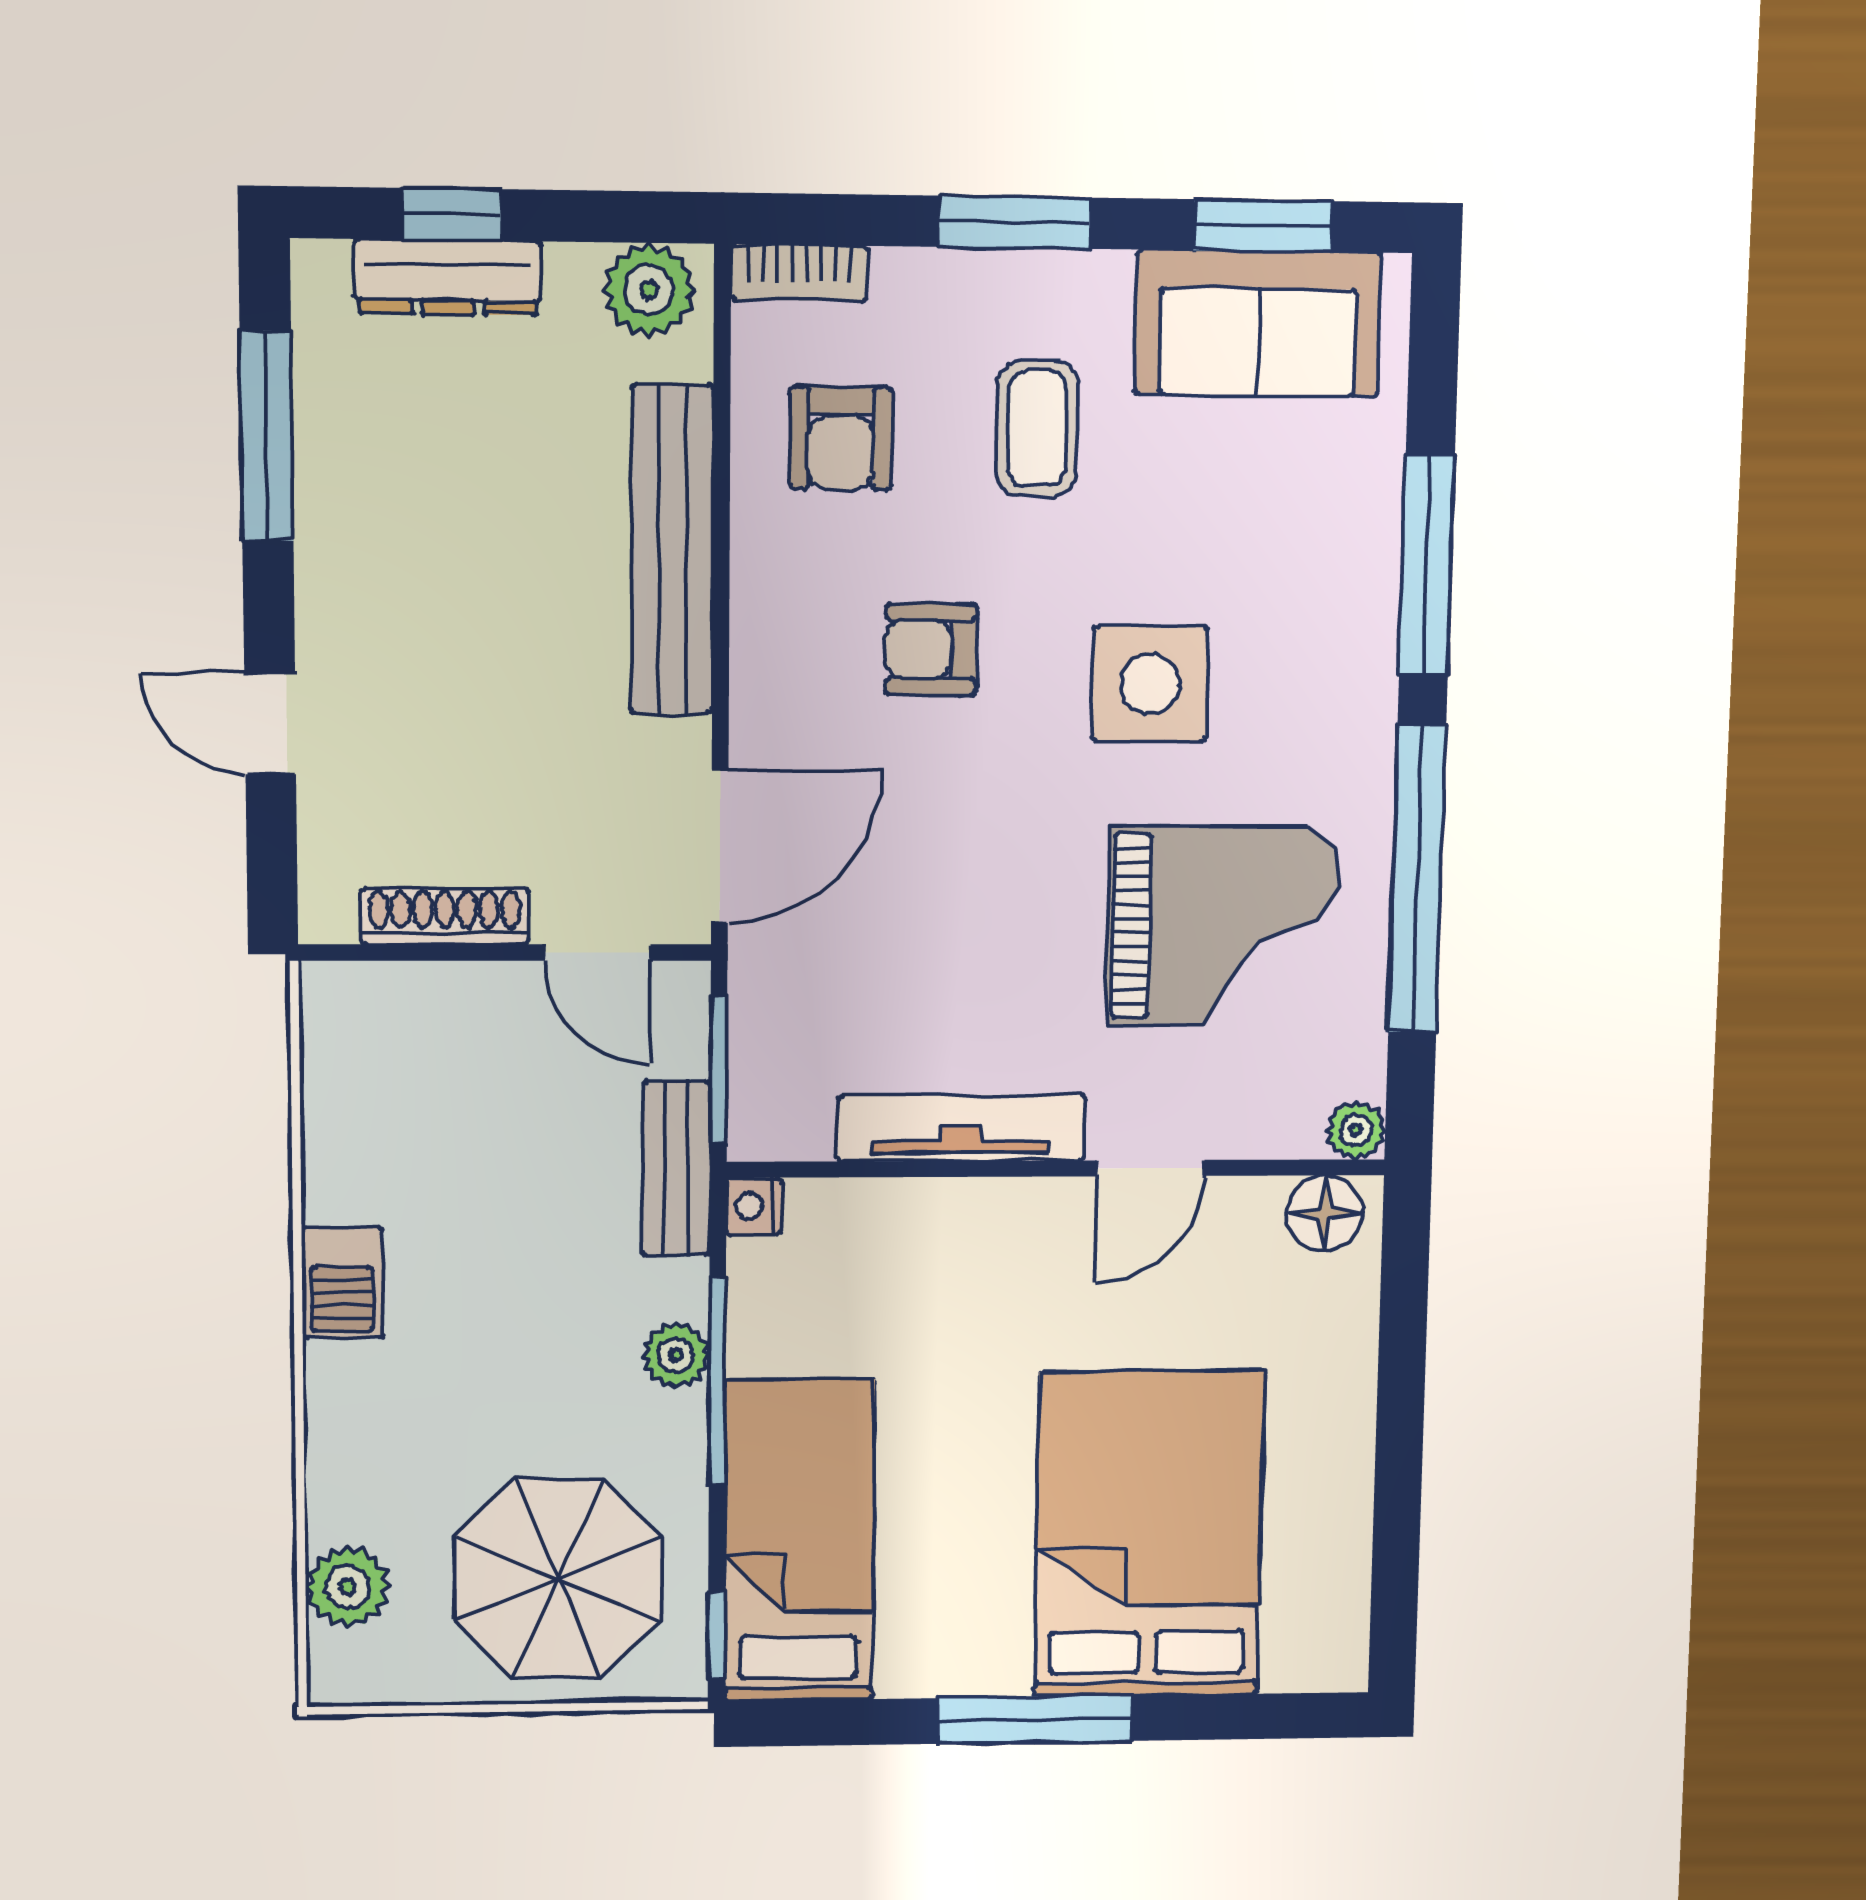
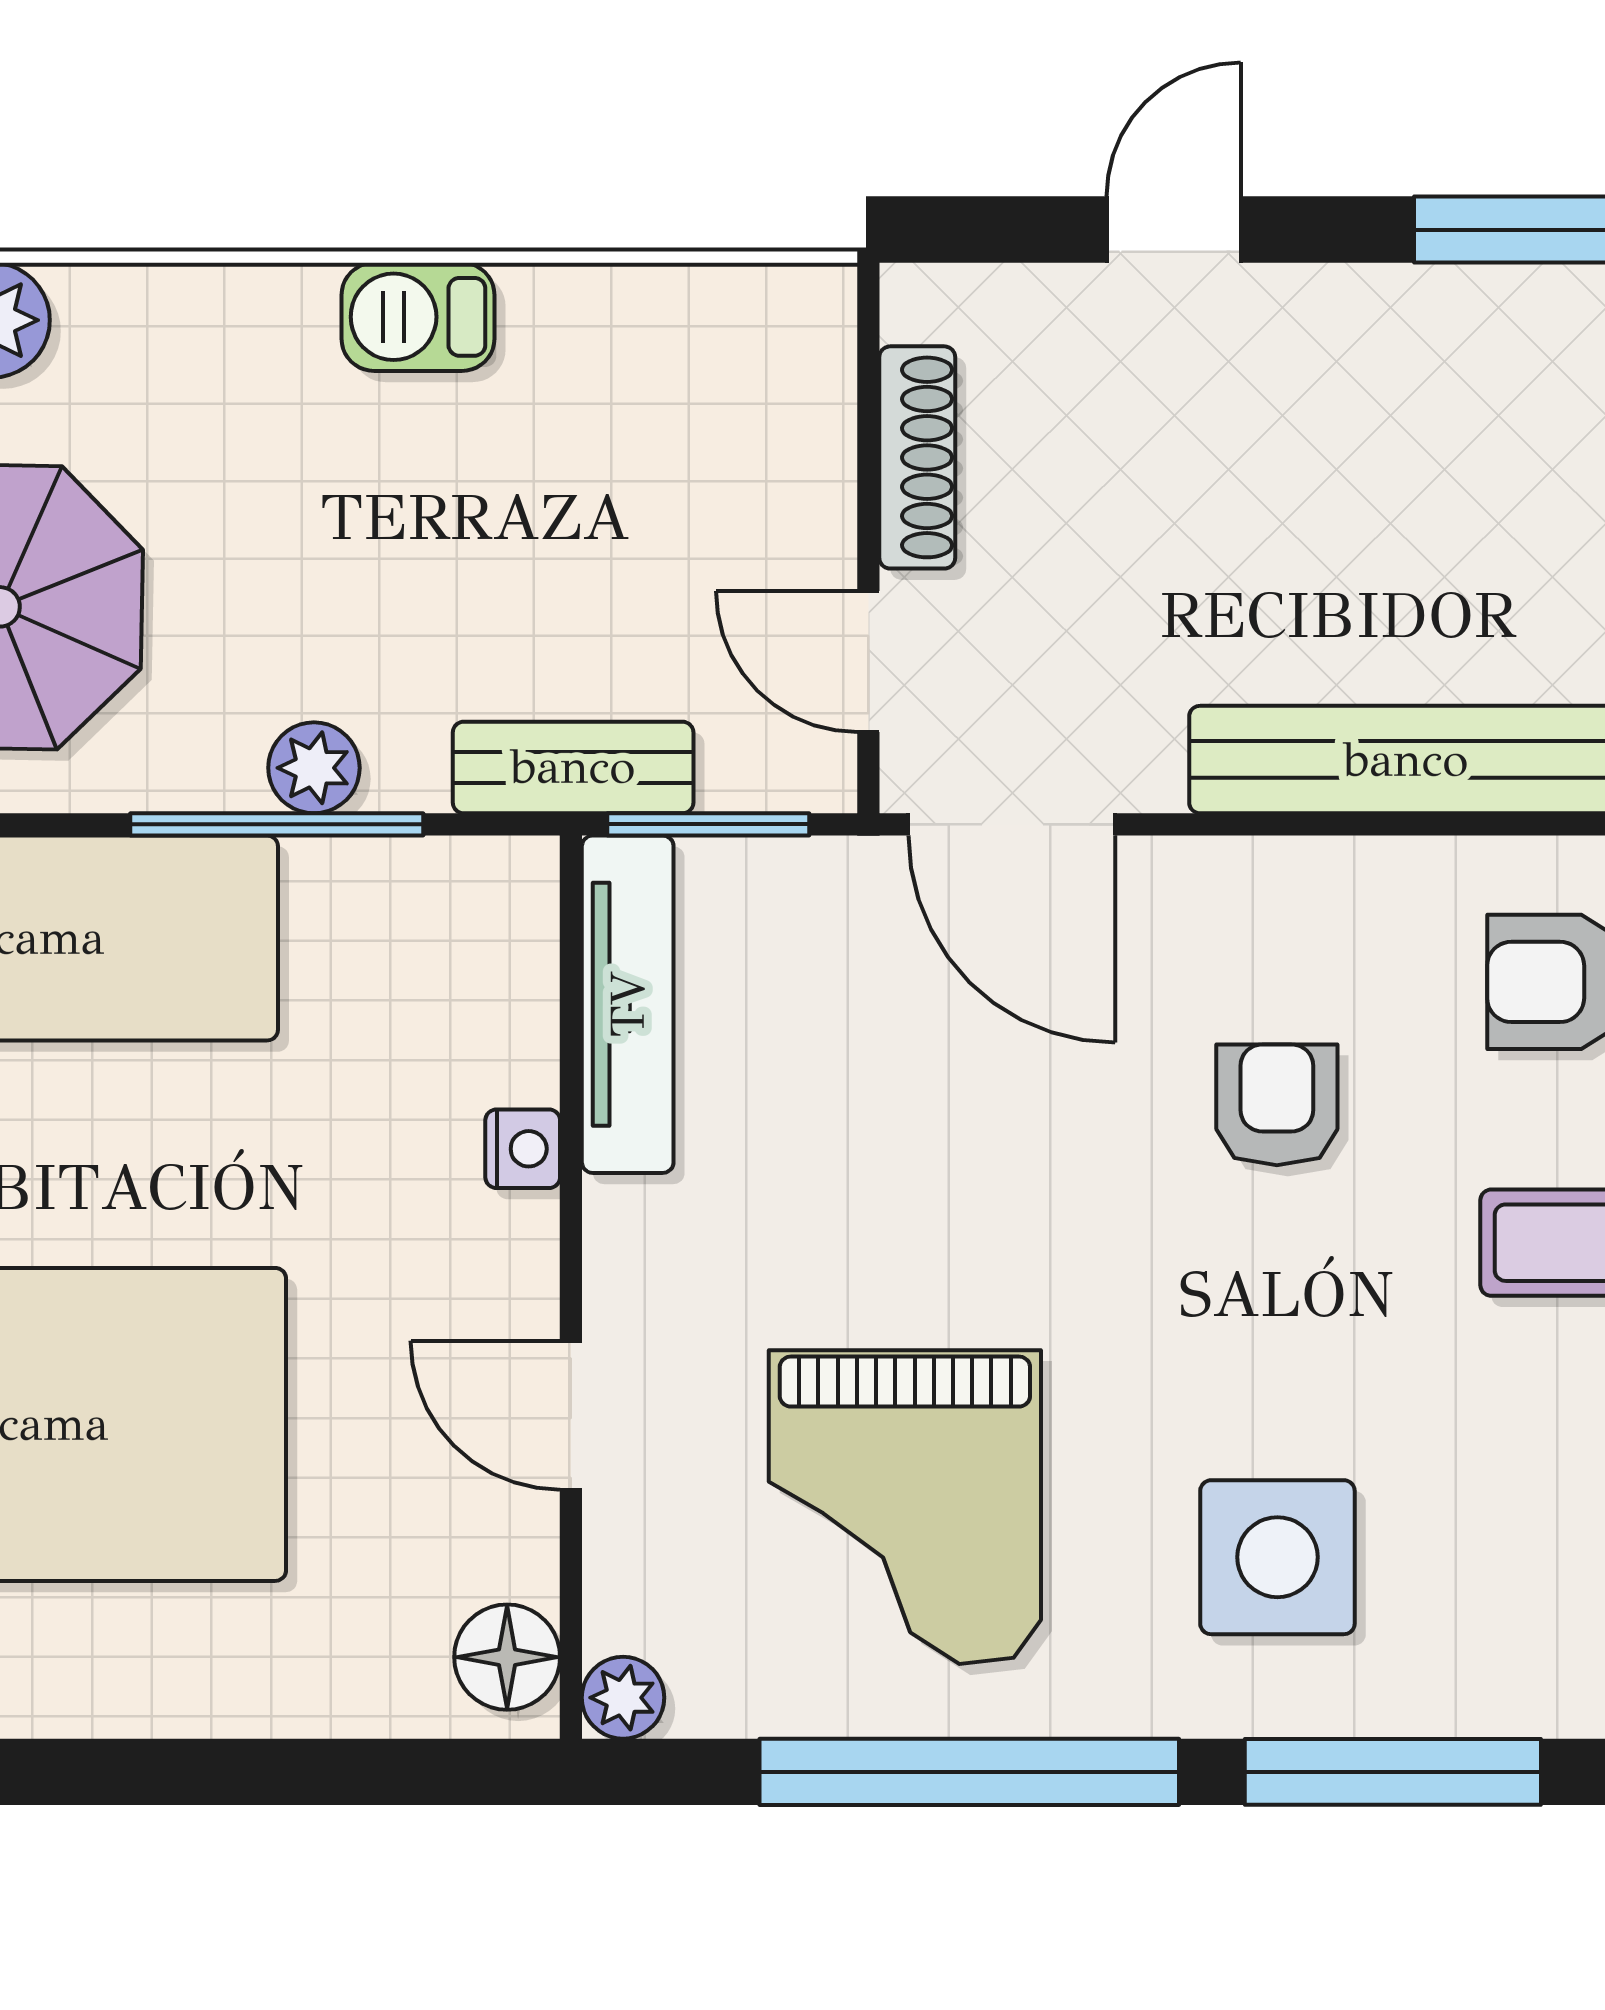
side table: (1150, 684) -> (1277, 1557), moved
door: (598, 953) -> (868, 662), hinge flipped
tv unit: (962, 1128) -> (628, 1004), moved
nightstand: (754, 1206) -> (523, 1149), moved, turned 90

